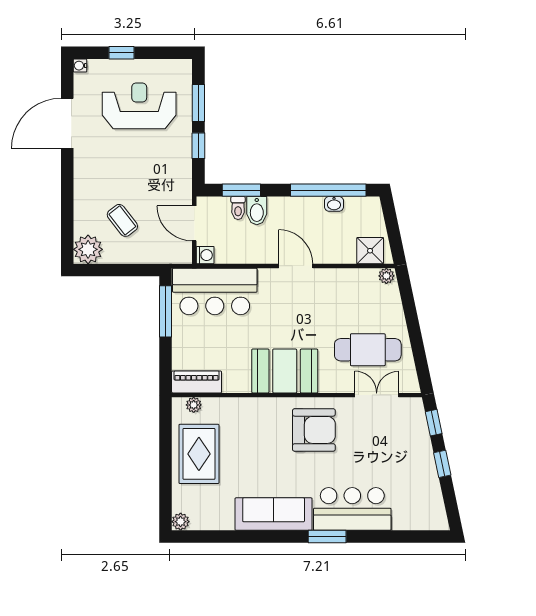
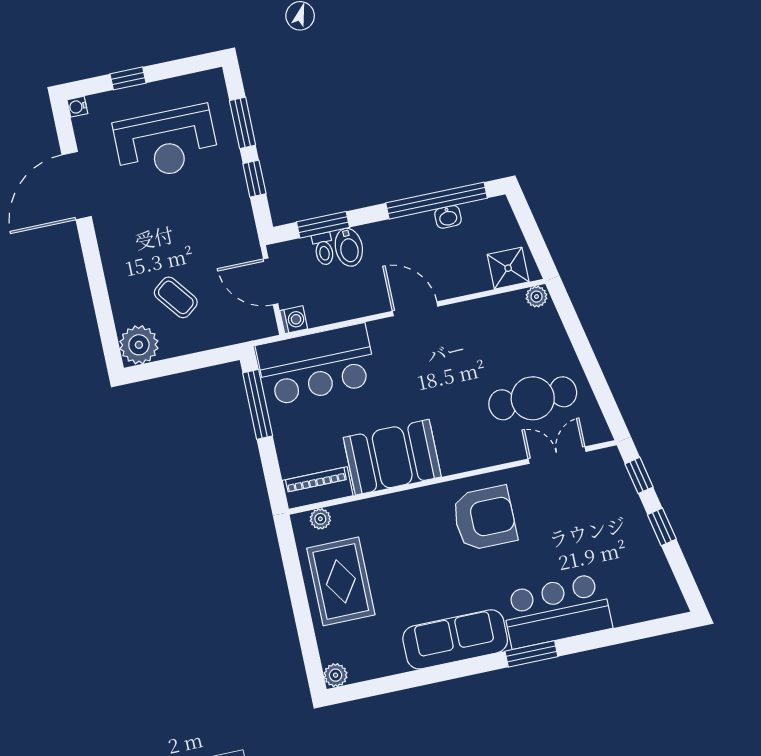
reception desk: (139, 106) -> (166, 143), turned 180
booth: (285, 371) -> (392, 457), moved

